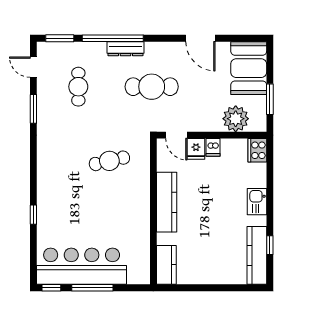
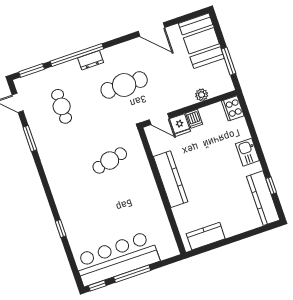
dresser: (125, 49) -> (91, 60), width x0.70
plant: (236, 119) -> (202, 95), width x0.53, depth x0.53
kitchen counter: (166, 265) -> (206, 236), moved, turned -90

